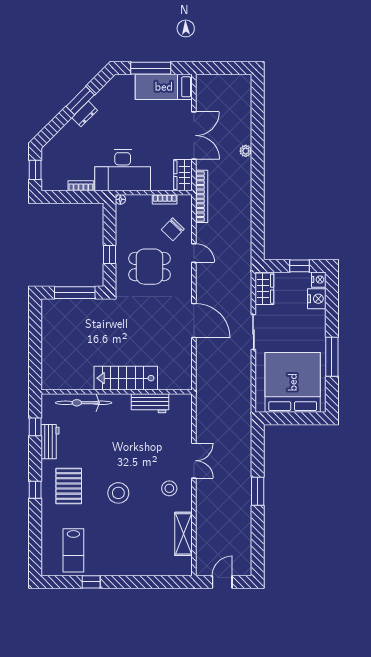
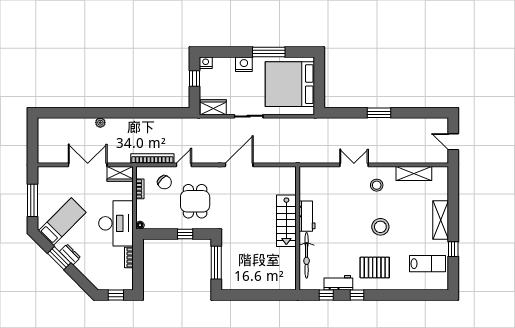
bed: (164, 87) -> (62, 222), moved, turned -135
bookcase: (202, 196) -> (152, 159), moved
nightstand: (317, 299) -> (244, 64), moved
workbench: (150, 403) -> (307, 216), moved
window: (35, 490) -> (357, 295), moved
shelving: (127, 566) -> (441, 220), added

